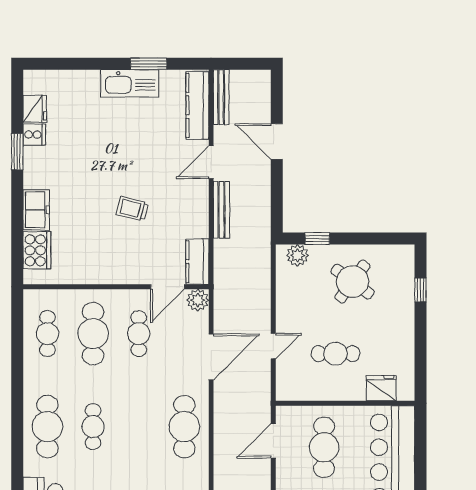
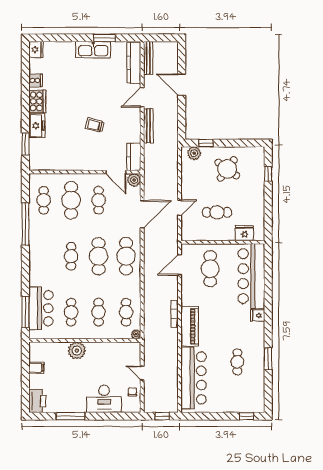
fridge: (35, 109) -> (36, 50), moved
window: (17, 152) -> (25, 144), moved
cooker: (37, 250) -> (37, 101), moved
door: (168, 287) -> (116, 172), hinge flipped
window: (17, 373) -> (25, 224), added
cafe table: (47, 427) -> (99, 256), moved

